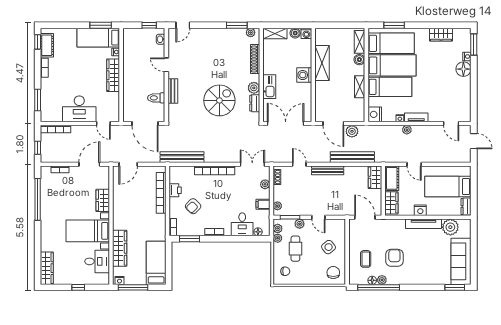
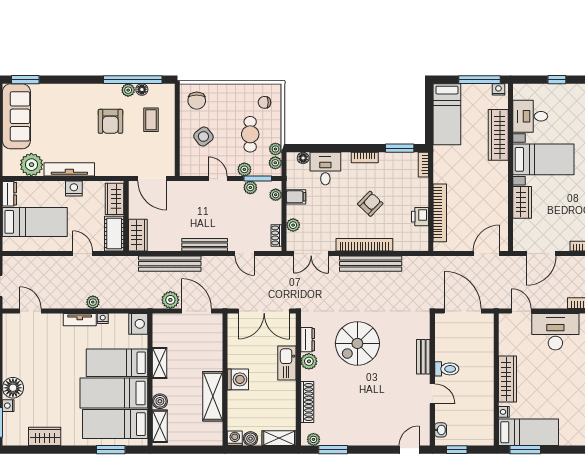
toilet: (156, 98) -> (447, 369), moved
bench: (182, 157) -> (371, 264), moved
armchair: (193, 206) -> (370, 204), moved
plant: (295, 211) -> (250, 187), added

